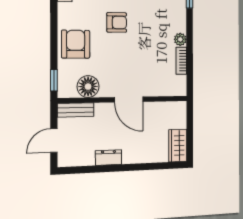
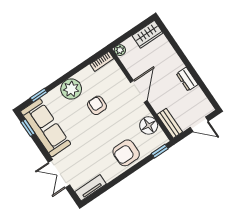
armchair: (117, 22) -> (97, 105), moved
plant: (180, 39) -> (71, 89), width x1.87, depth x1.87
bookcase: (181, 61) -> (102, 61), moved
plant: (180, 108) -> (120, 50), added

